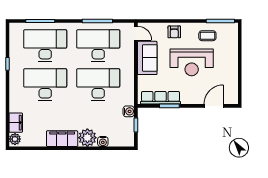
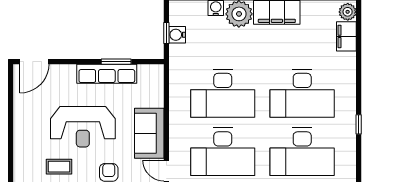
reception desk: (192, 62) -> (83, 127), turned 180
row of seats: (161, 98) -> (107, 74), moved
door: (214, 106) -> (34, 62), moved
water cooler: (129, 111) -> (177, 35), moved

